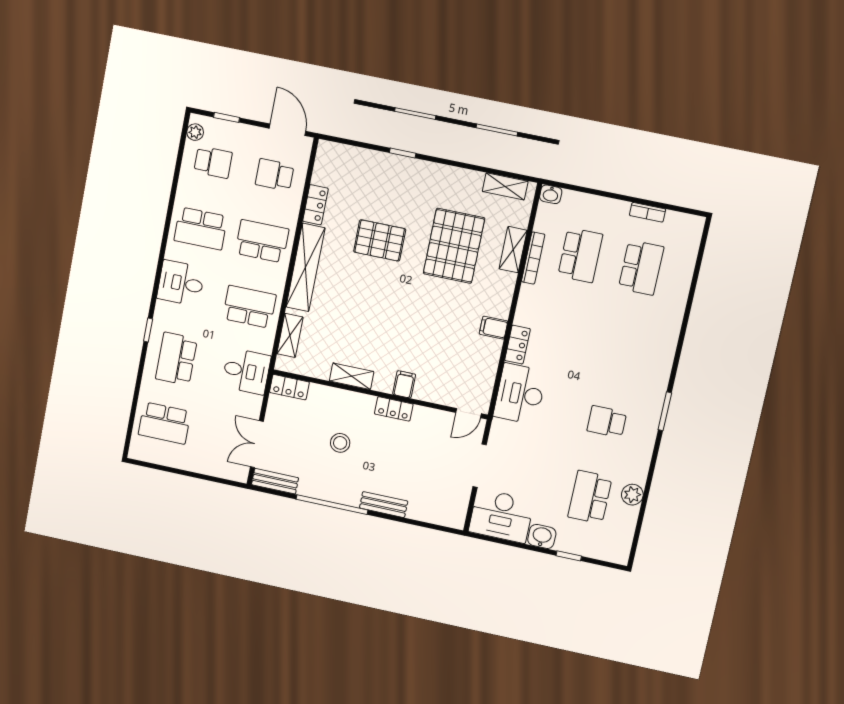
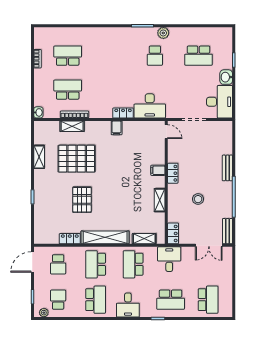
shelving: (505, 186) -> (39, 157), moved
plant: (632, 495) -> (163, 33), moved

